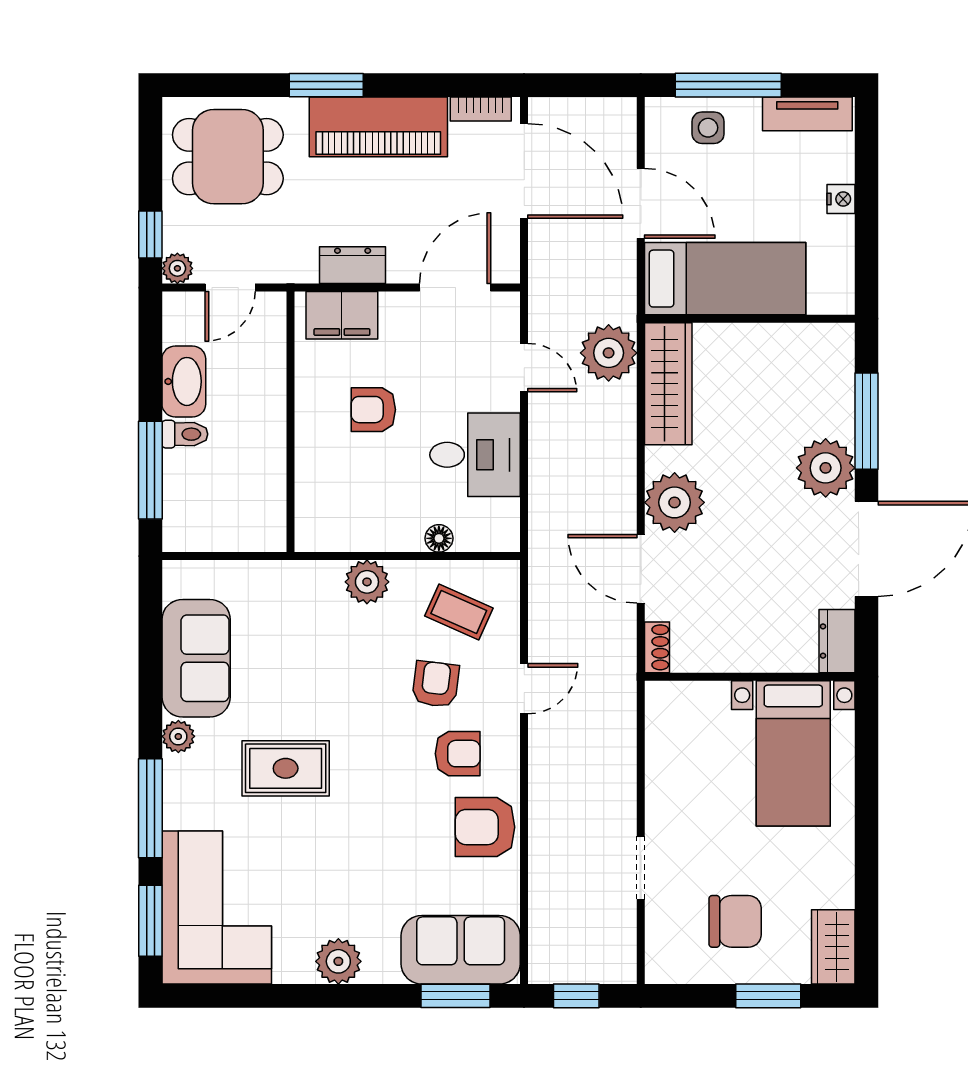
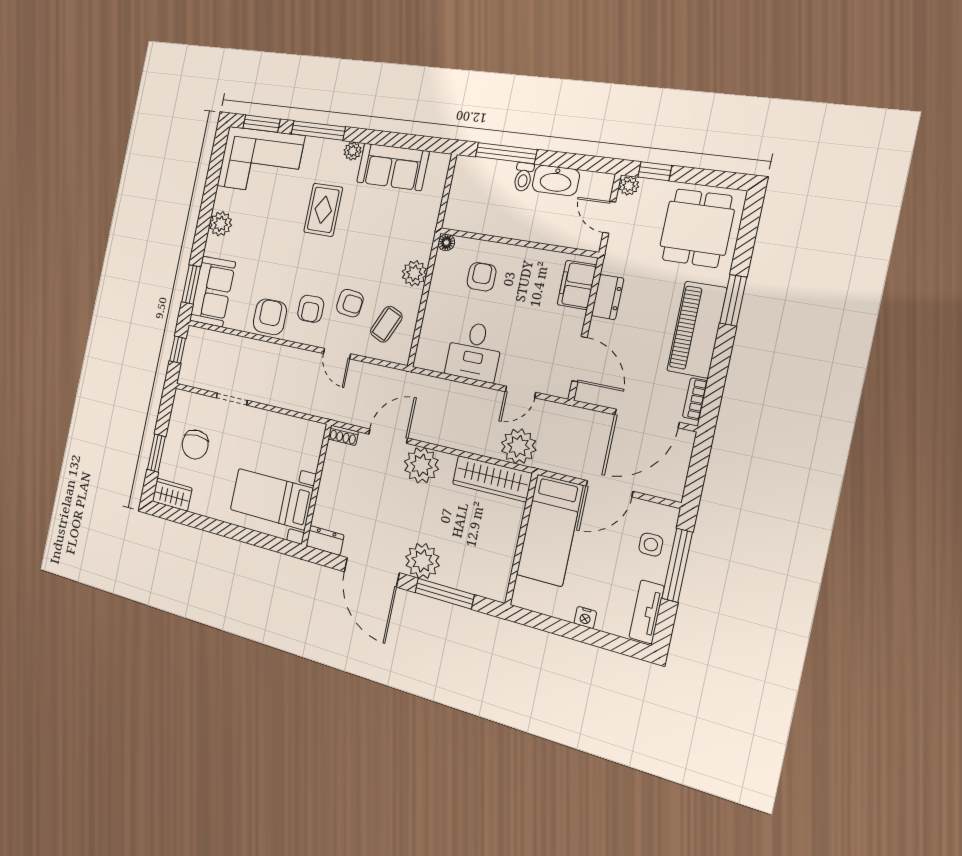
armchair: (373, 410) -> (482, 277), moved
floor lamp: (439, 538) -> (446, 242), moved

